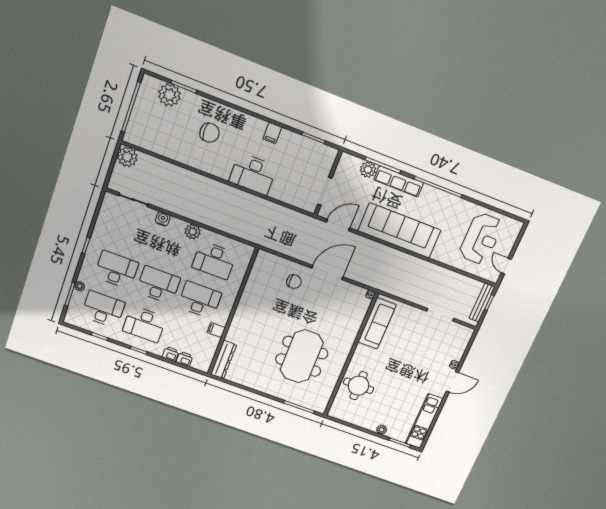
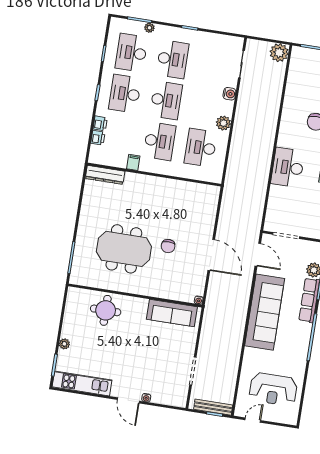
chair: (294, 282) -> (168, 246), moved
desk: (103, 309) -> (131, 53), turned 180

